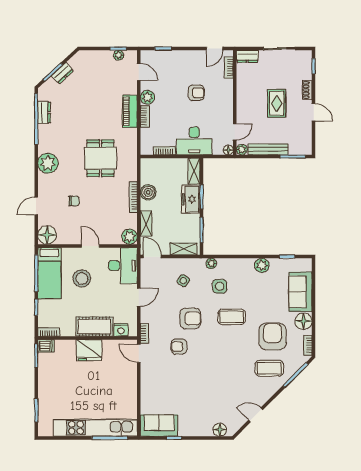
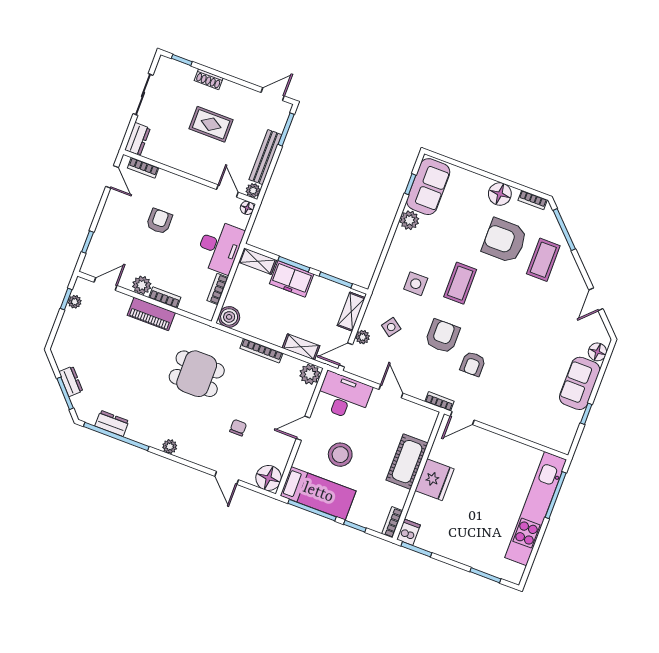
door: (314, 112) -> (273, 94), moved
plant: (48, 163) -> (170, 447), width x0.53, depth x0.53
boiler: (148, 192) -> (229, 317), moved
plant: (211, 263) -> (363, 337), moved
sofa: (300, 292) -> (428, 187), moved, turned -90
nightstand: (121, 330) -> (424, 430), removed
sofa: (159, 426) -> (580, 383), moved

